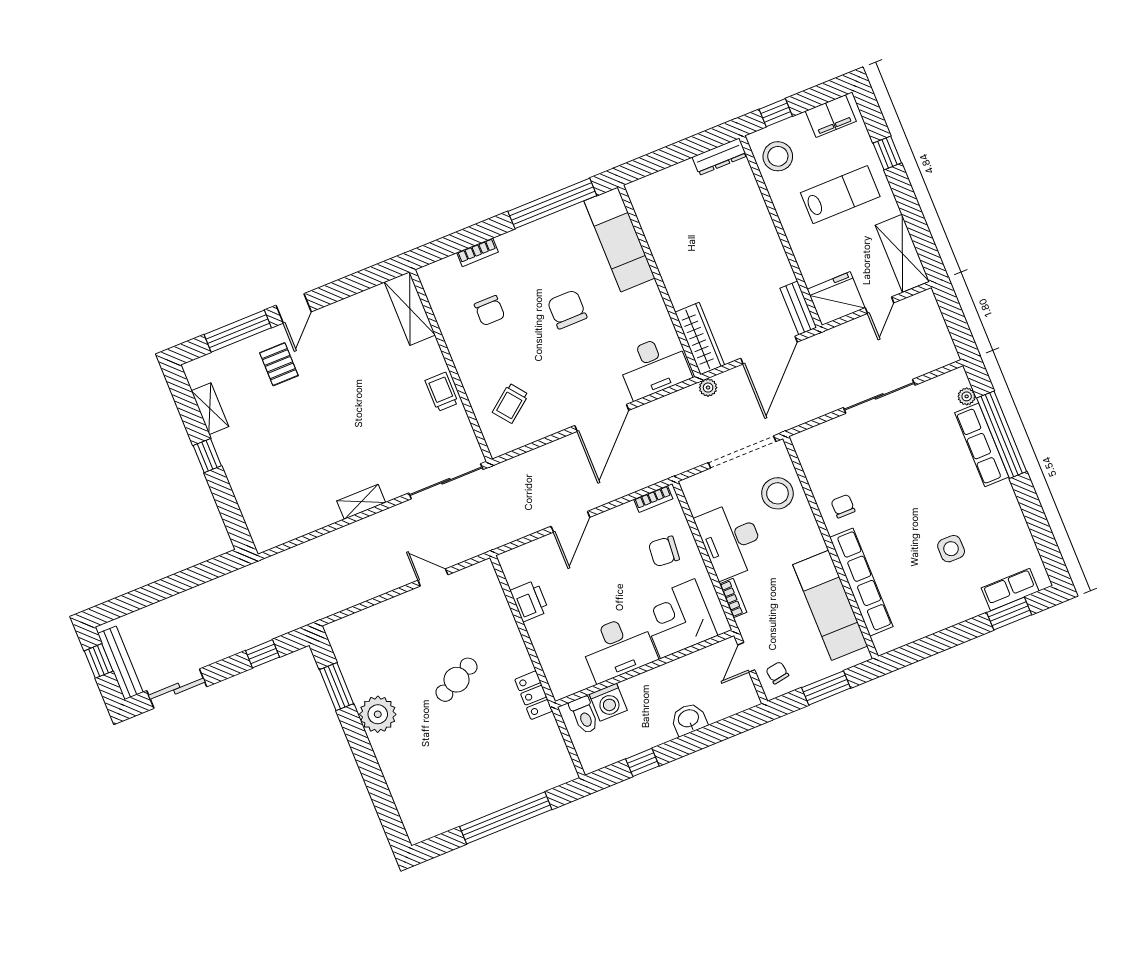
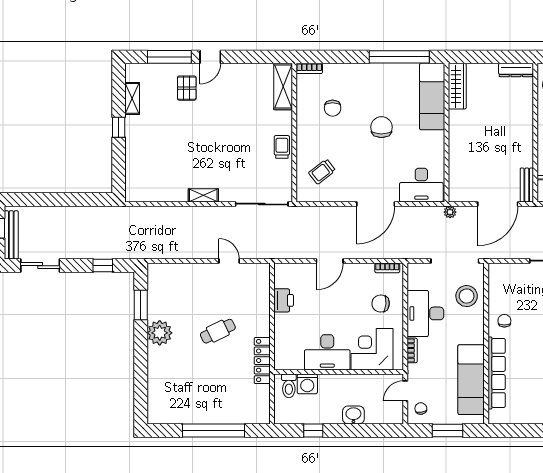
bookcase: (477, 252) -> (309, 68), moved
wardrobe: (700, 339) -> (457, 86), moved
locker: (534, 695) -> (262, 361), width x1.53

